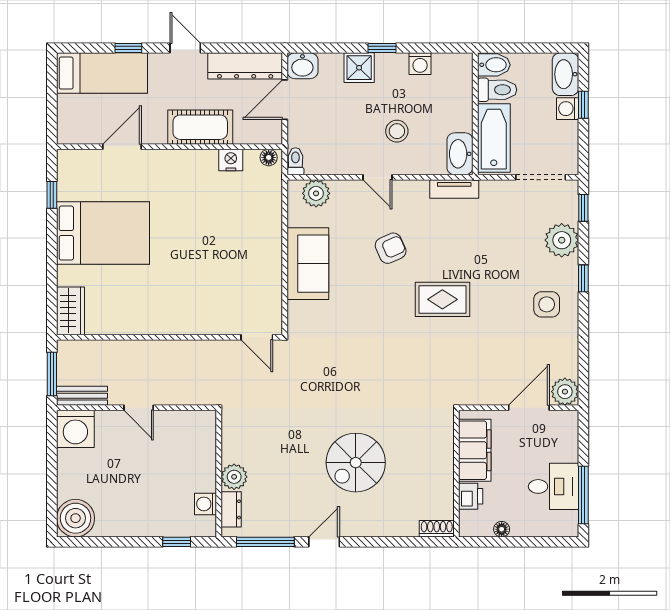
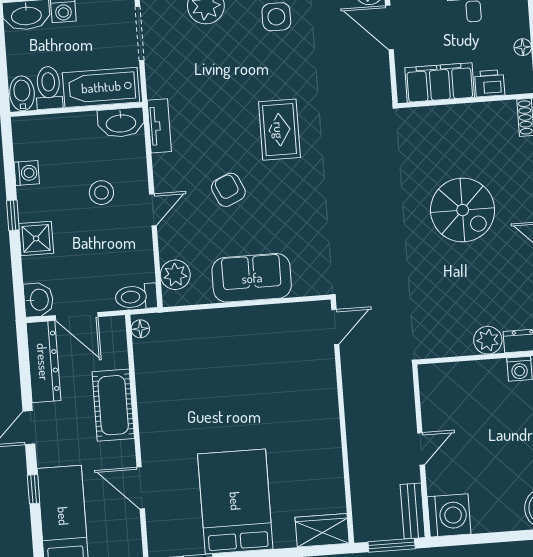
nightstand: (231, 160) -> (146, 369), removed
toilet: (295, 161) -> (136, 297), width x1.37, depth x1.39

